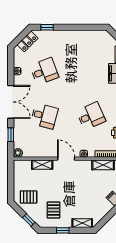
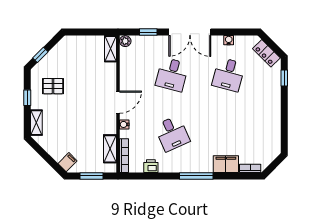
desk: (44, 71) -> (229, 74), turned 36
shelving: (42, 165) -> (110, 49), moved
pallet: (29, 197) -> (70, 55), removed

